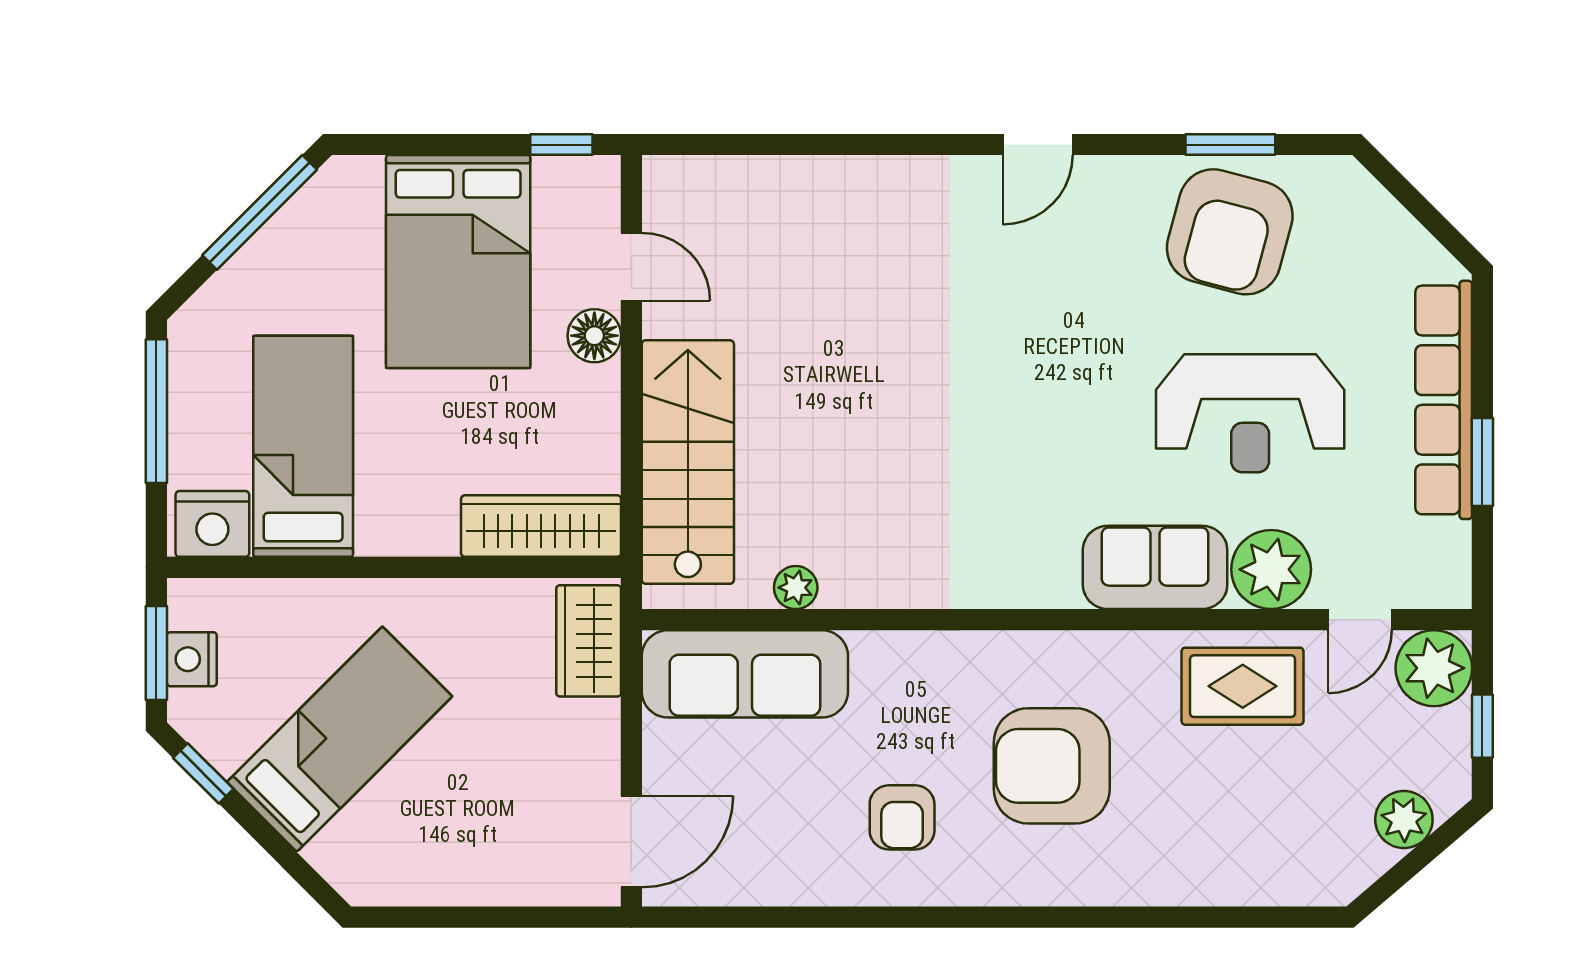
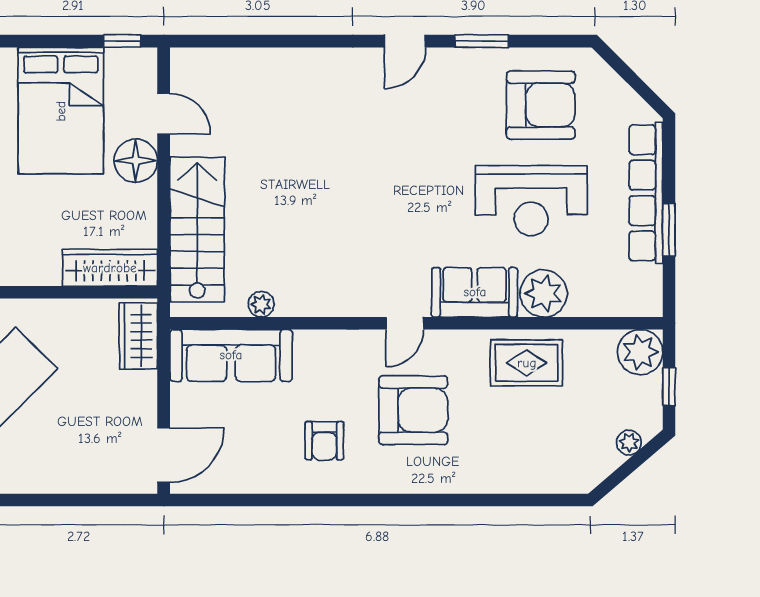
window: (1230, 145) -> (482, 41), moved
armchair: (1230, 232) -> (541, 105), moved, turned -105
floor lamp: (594, 336) -> (136, 161), width x1.38, depth x1.38
door: (1360, 620) -> (405, 323), moved
armchair: (1052, 766) -> (413, 410), turned 180
plant: (1404, 820) -> (629, 443), width x0.73, depth x0.73

